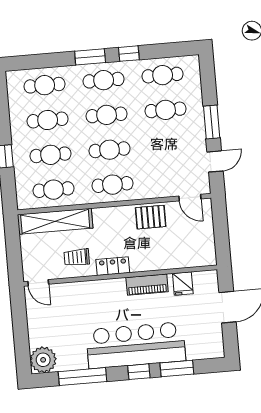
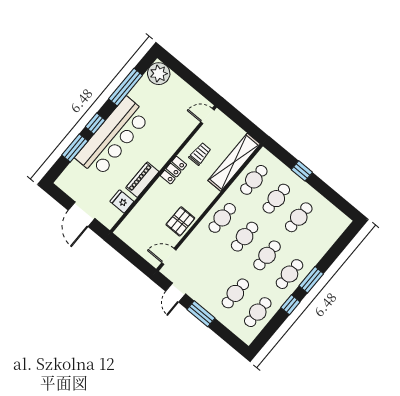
cafe table: (45, 85) -> (321, 236), removed

